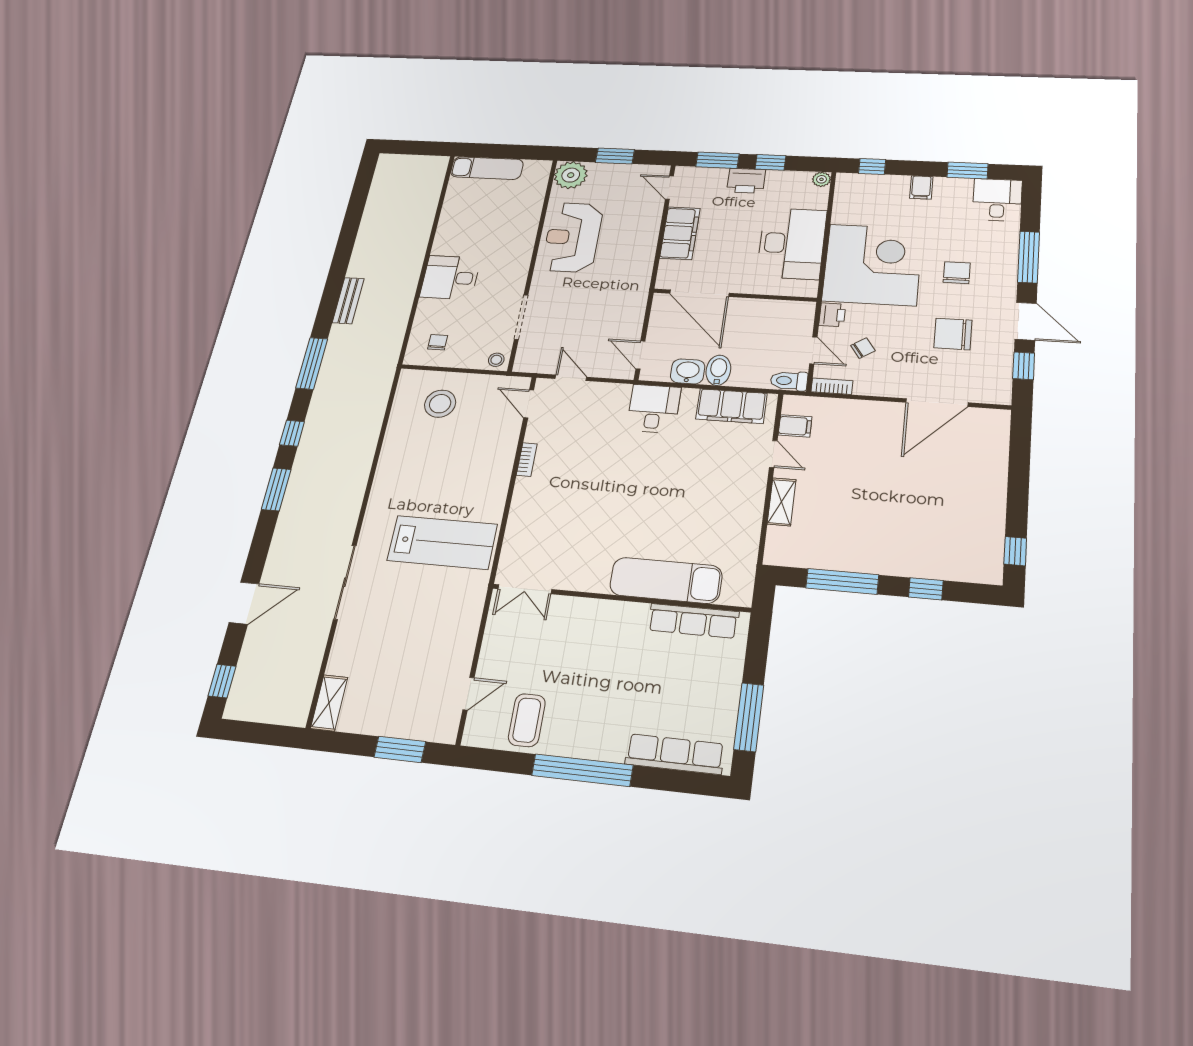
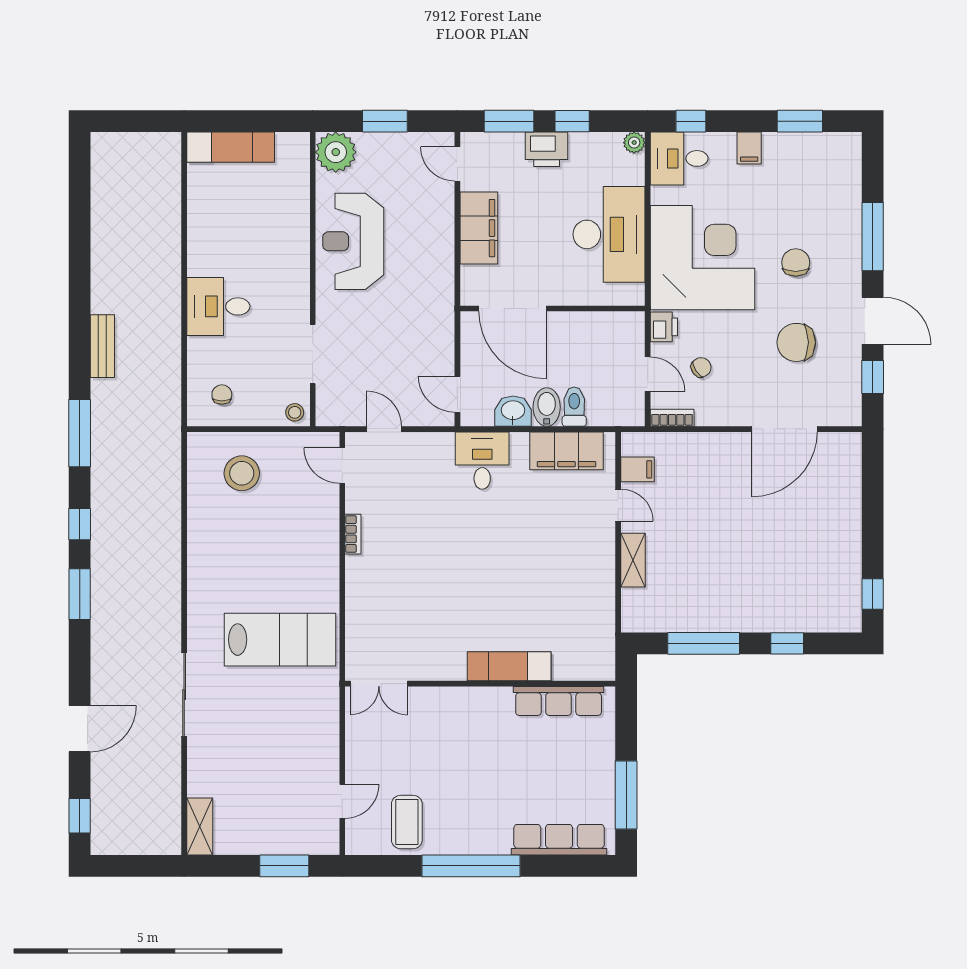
desk: (997, 200) -> (679, 158), moved, turned -90
toilet: (789, 381) -> (574, 407), moved, turned 90
exam couch: (666, 580) -> (509, 666), width x0.73, depth x0.69

